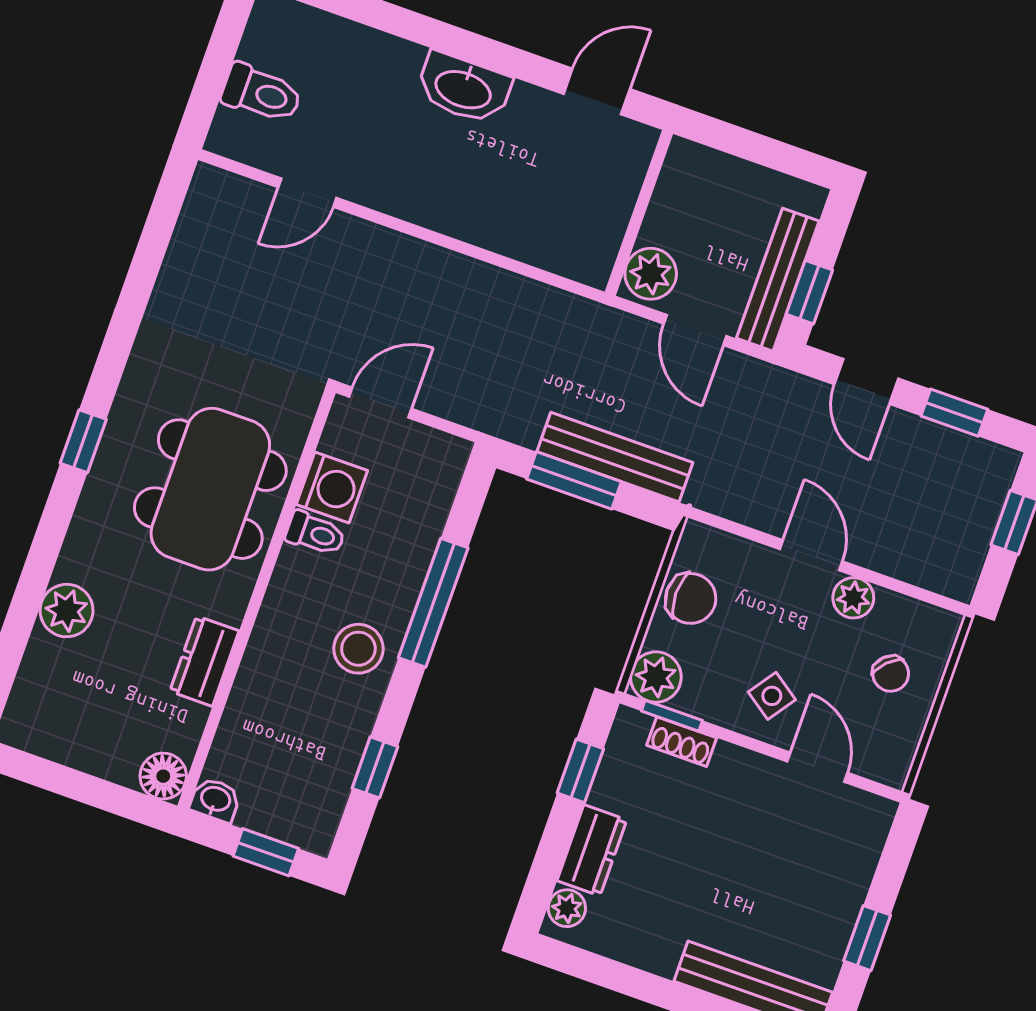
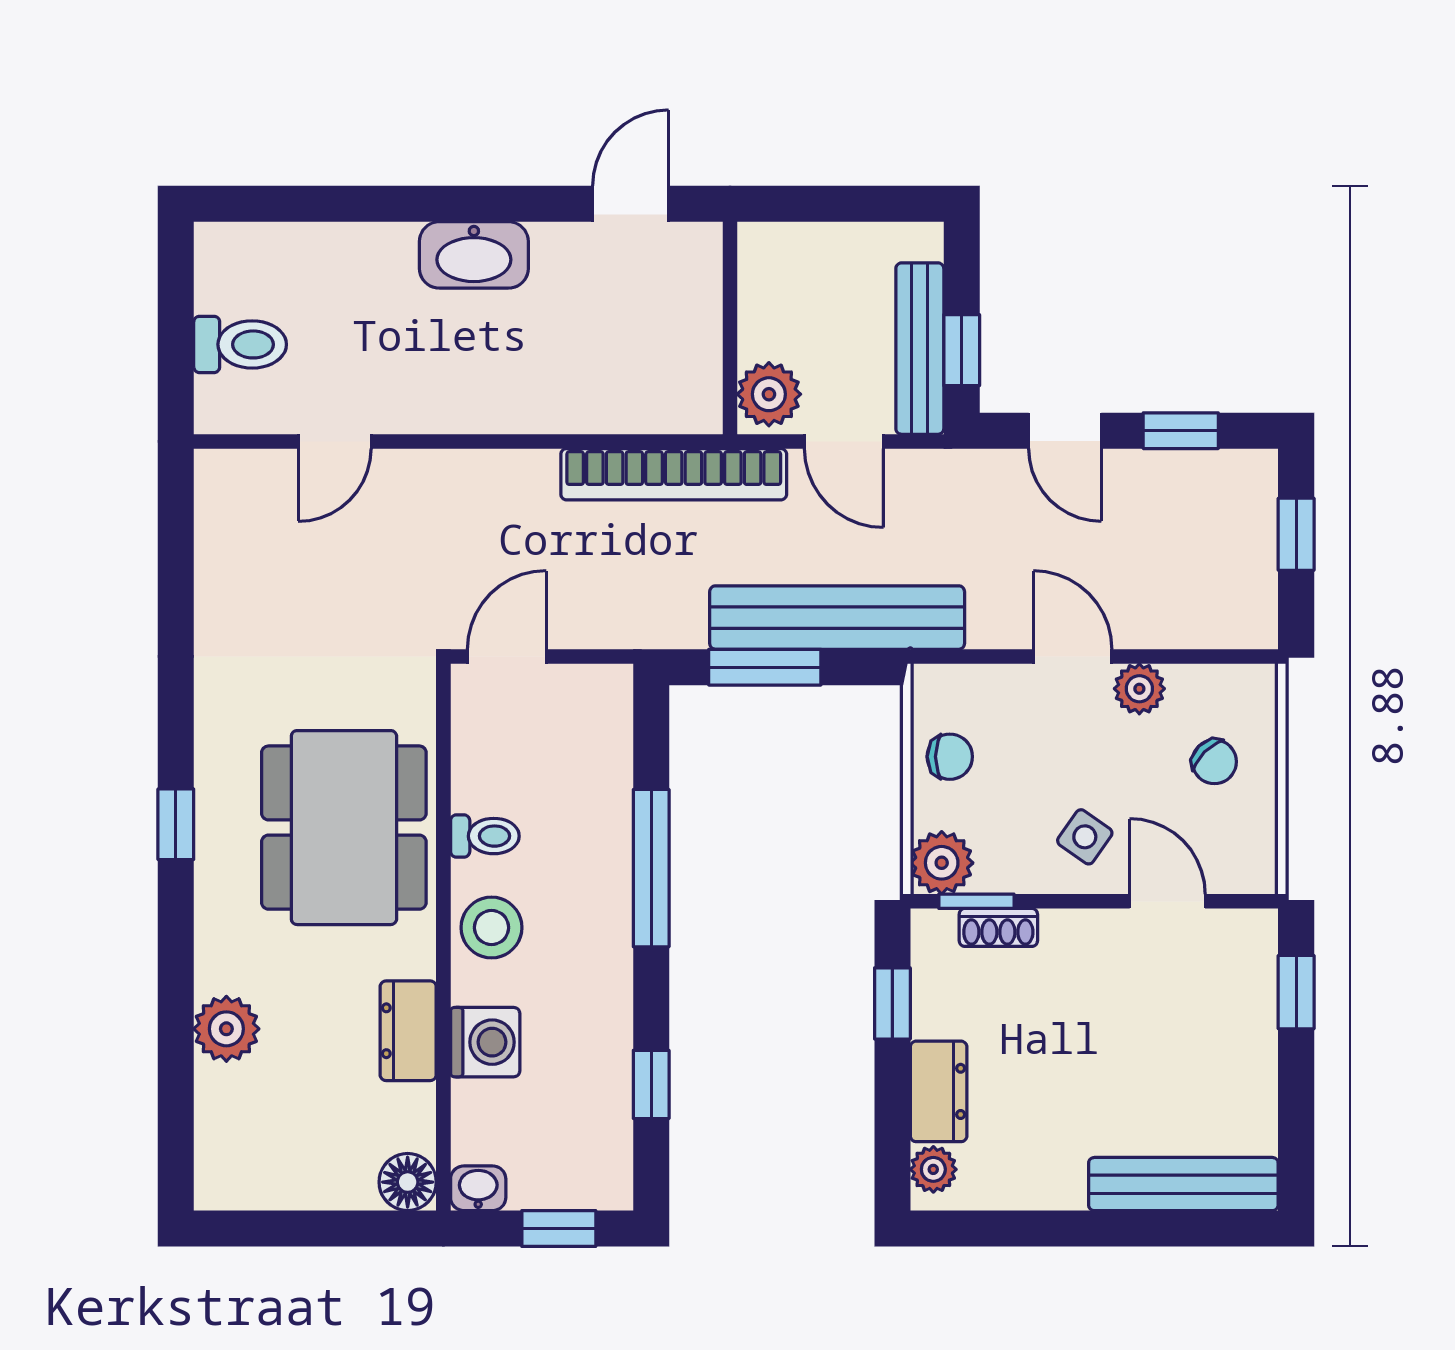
bookcase: (557, 309) -> (674, 474), added
bench: (615, 457) -> (837, 618), width x1.37, depth x1.21
washing machine: (332, 488) -> (485, 1042), moved
chair: (691, 598) -> (950, 757), width x0.73, depth x0.73
stool: (358, 649) -> (492, 928), moved
window: (867, 938) -> (1296, 992), moved

